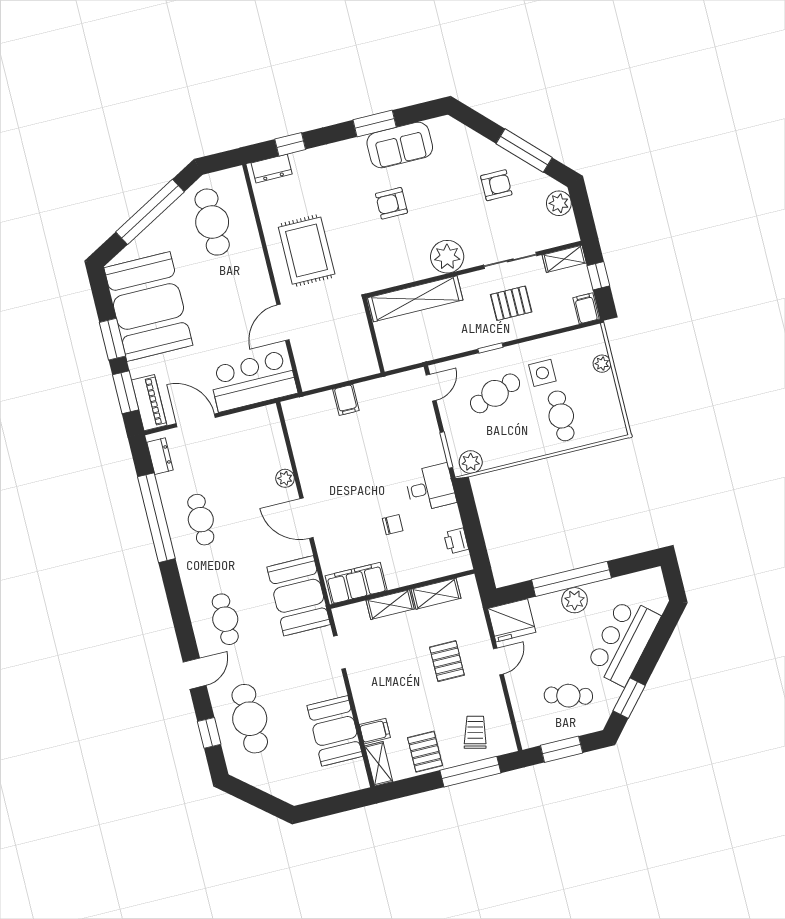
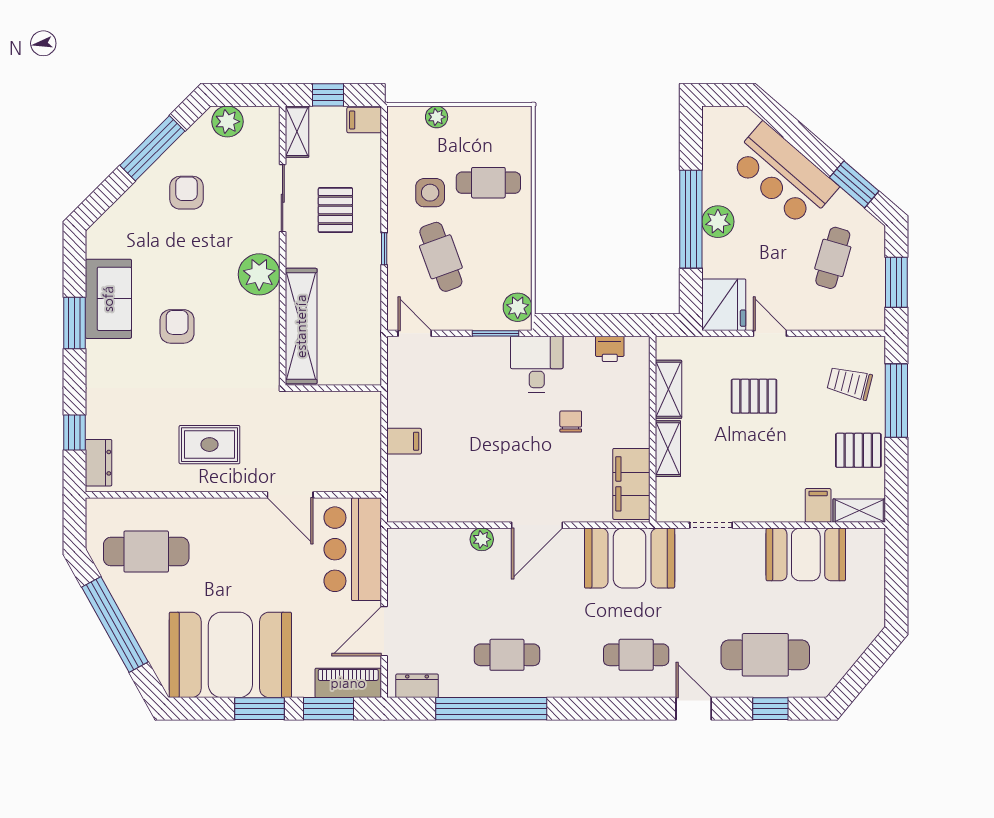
armchair: (391, 203) -> (177, 326), turned 180
rug: (307, 251) -> (209, 445), width x0.73, depth x0.70

